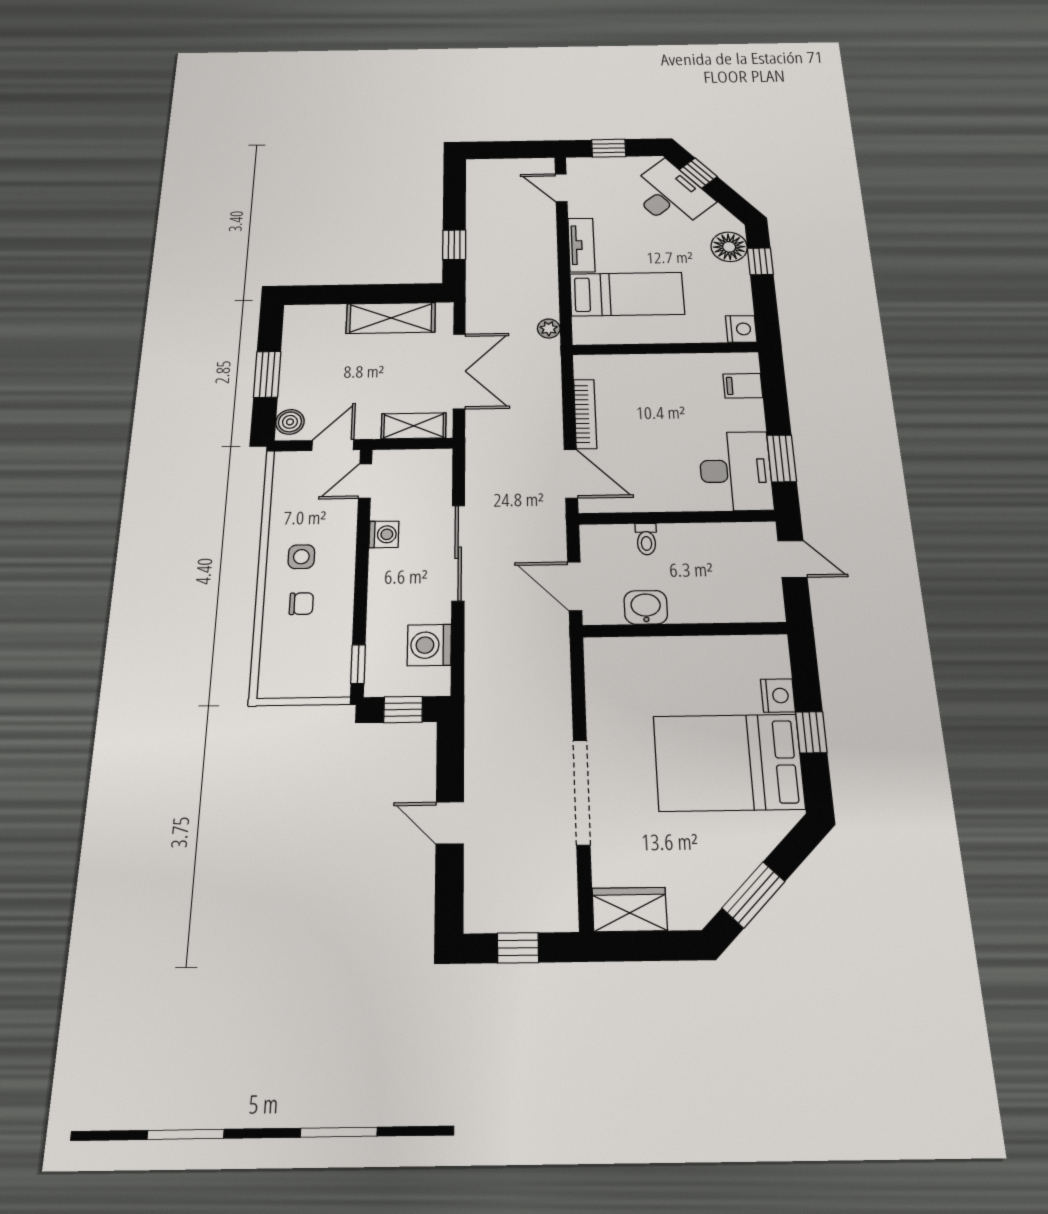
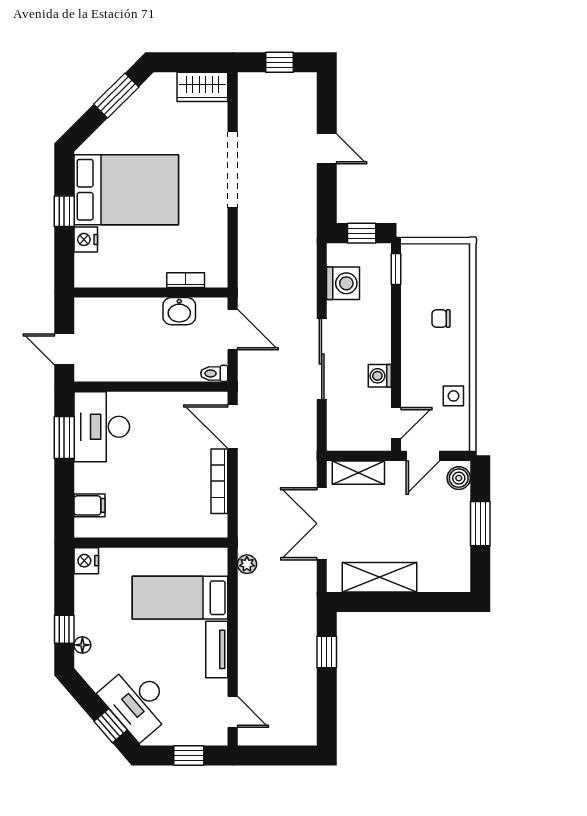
floor lamp: (729, 247) -> (82, 645), width x0.53, depth x0.53
toilet: (646, 539) -> (214, 373), moved, turned -90
side table: (301, 557) -> (453, 396), moved
bookcase: (640, 646) -> (186, 280), added

